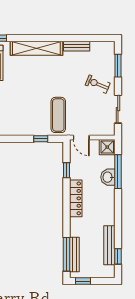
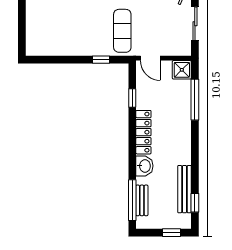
washbasin: (108, 177) -> (144, 166), moved, turned 180
bench: (74, 254) -> (142, 200), width x0.73
window: (83, 281) -> (171, 233), moved

